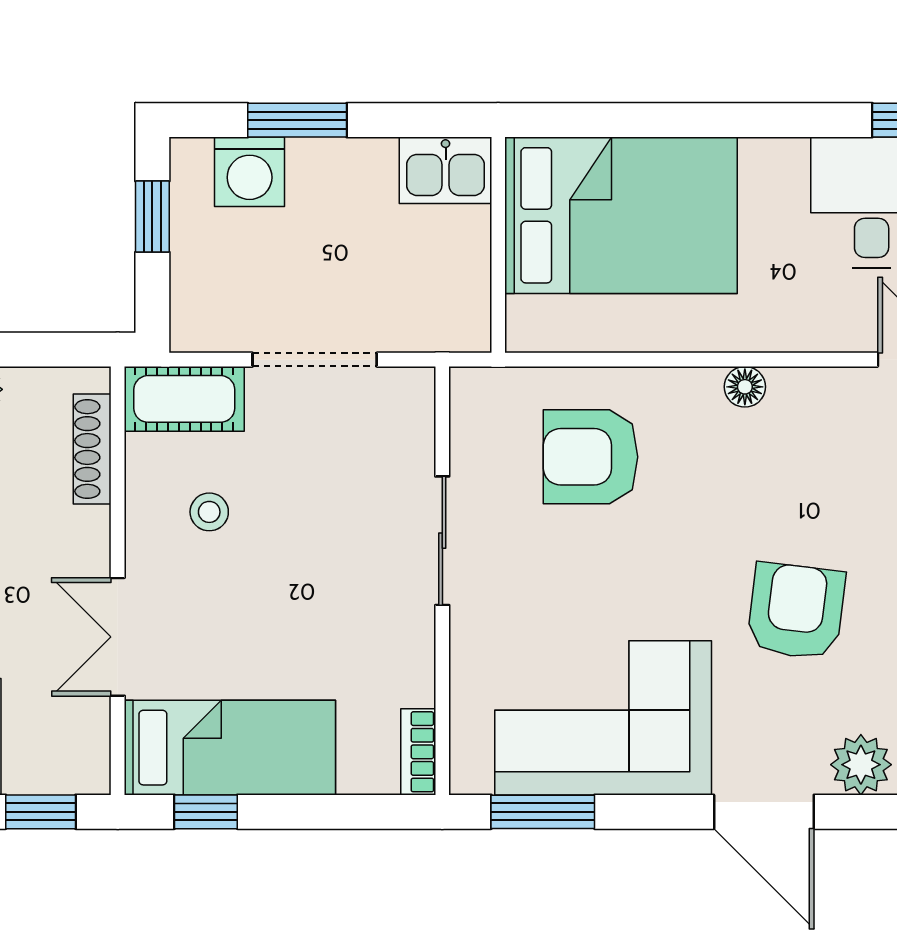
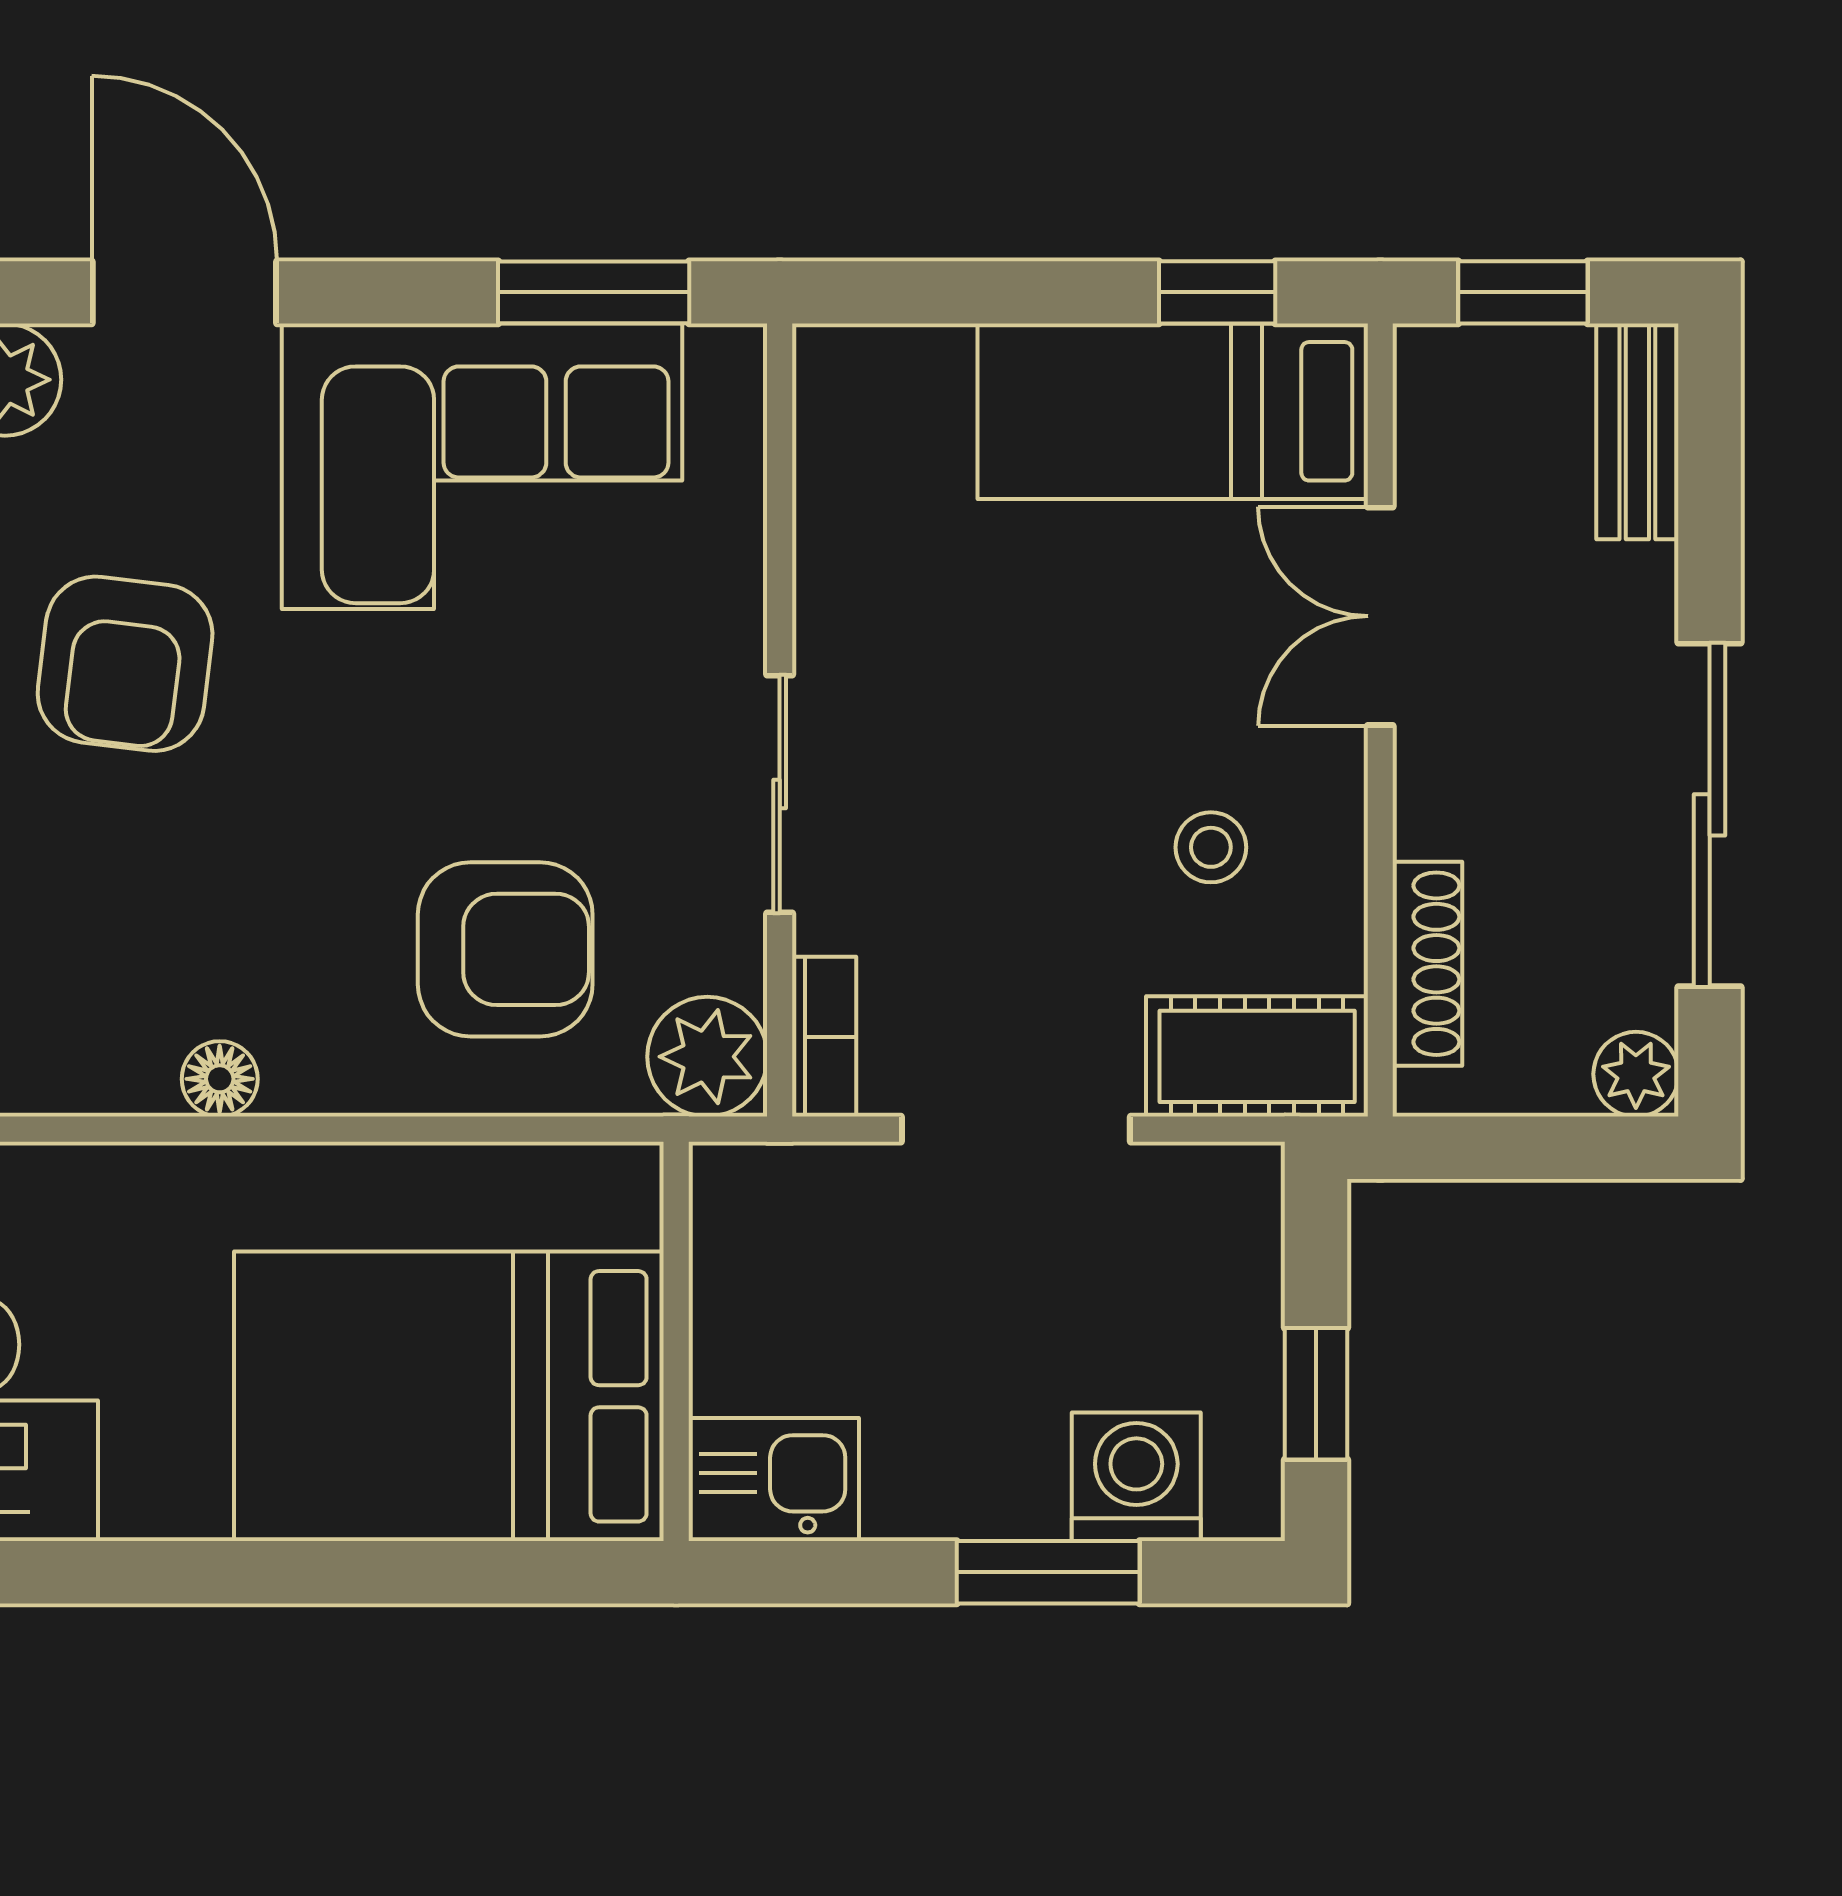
plant: (481, 399) -> (707, 1057), added
double door: (118, 637) -> (1380, 616), swing flipped
bookcase: (418, 752) -> (824, 1037), moved

